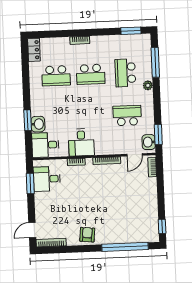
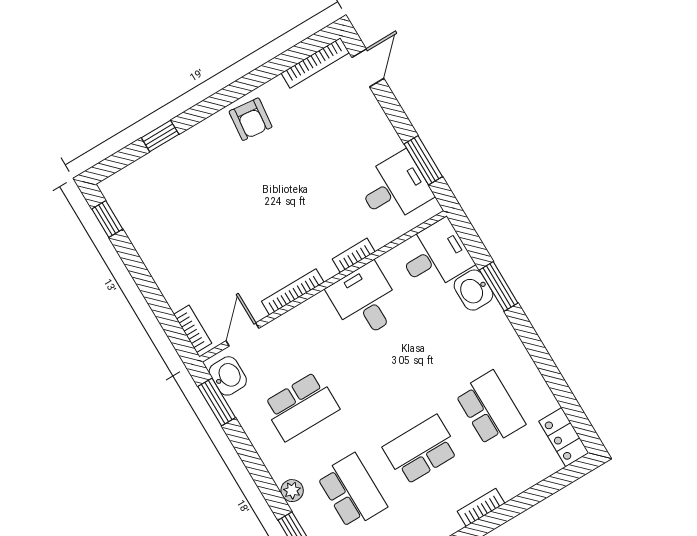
school desk: (56, 76) -> (490, 409), turned 90
window: (125, 247) -> (160, 136), width x0.32

